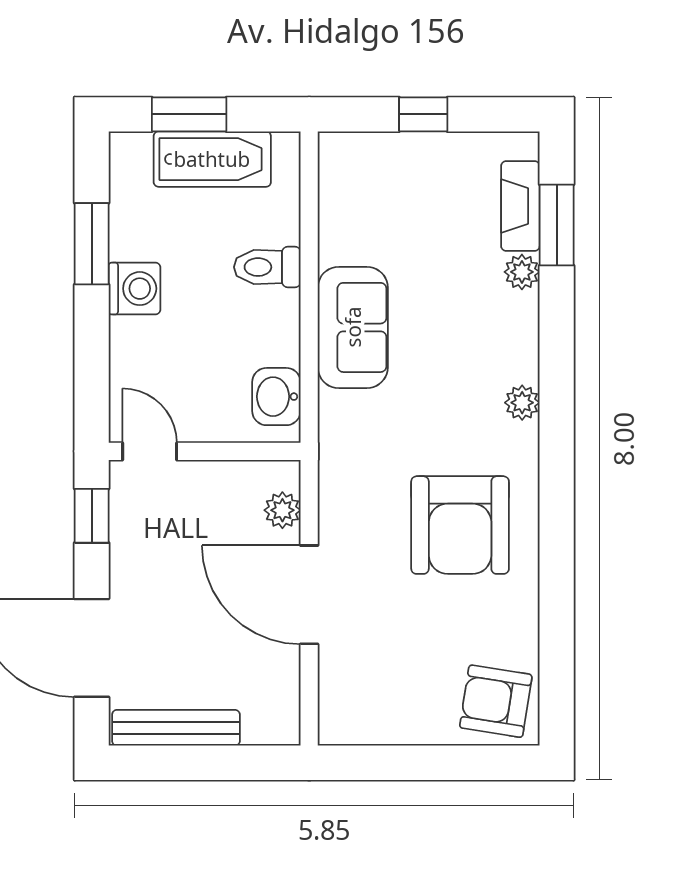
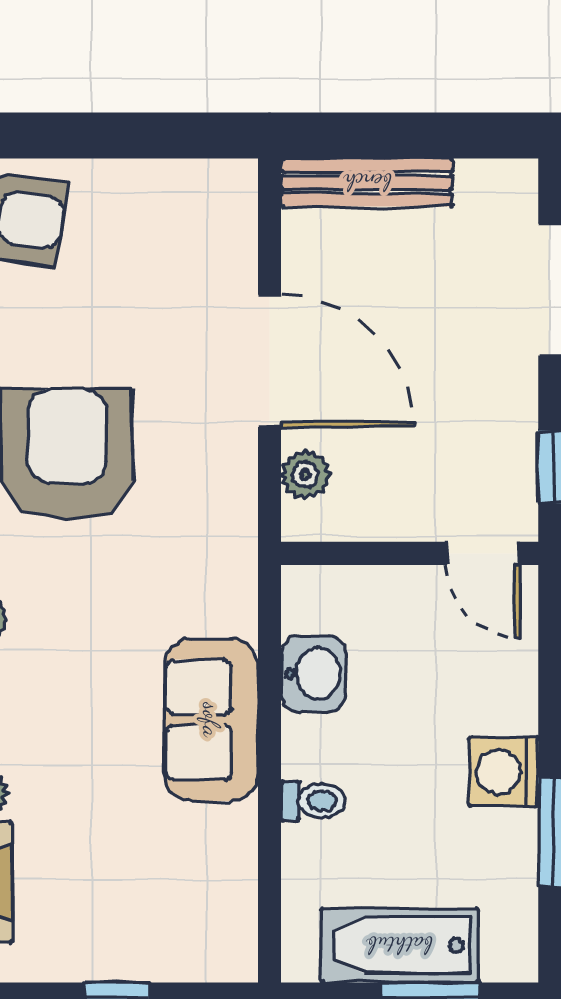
toilet: (267, 267) -> (313, 801), width x0.73, depth x0.72
washbasin: (276, 397) -> (313, 674), moved
bench: (176, 728) -> (367, 182), moved

